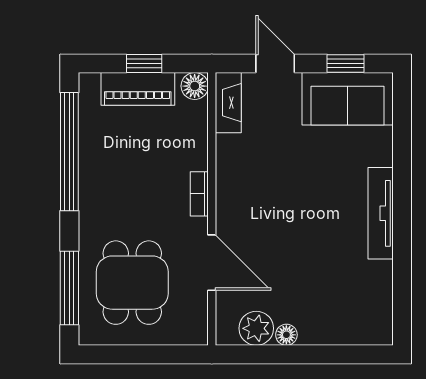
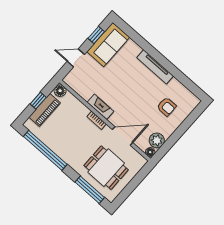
fireplace: (228, 103) -> (100, 107), moved
armchair: (329, 294) -> (167, 107), added
floor lamp: (286, 335) -> (150, 152), moved

